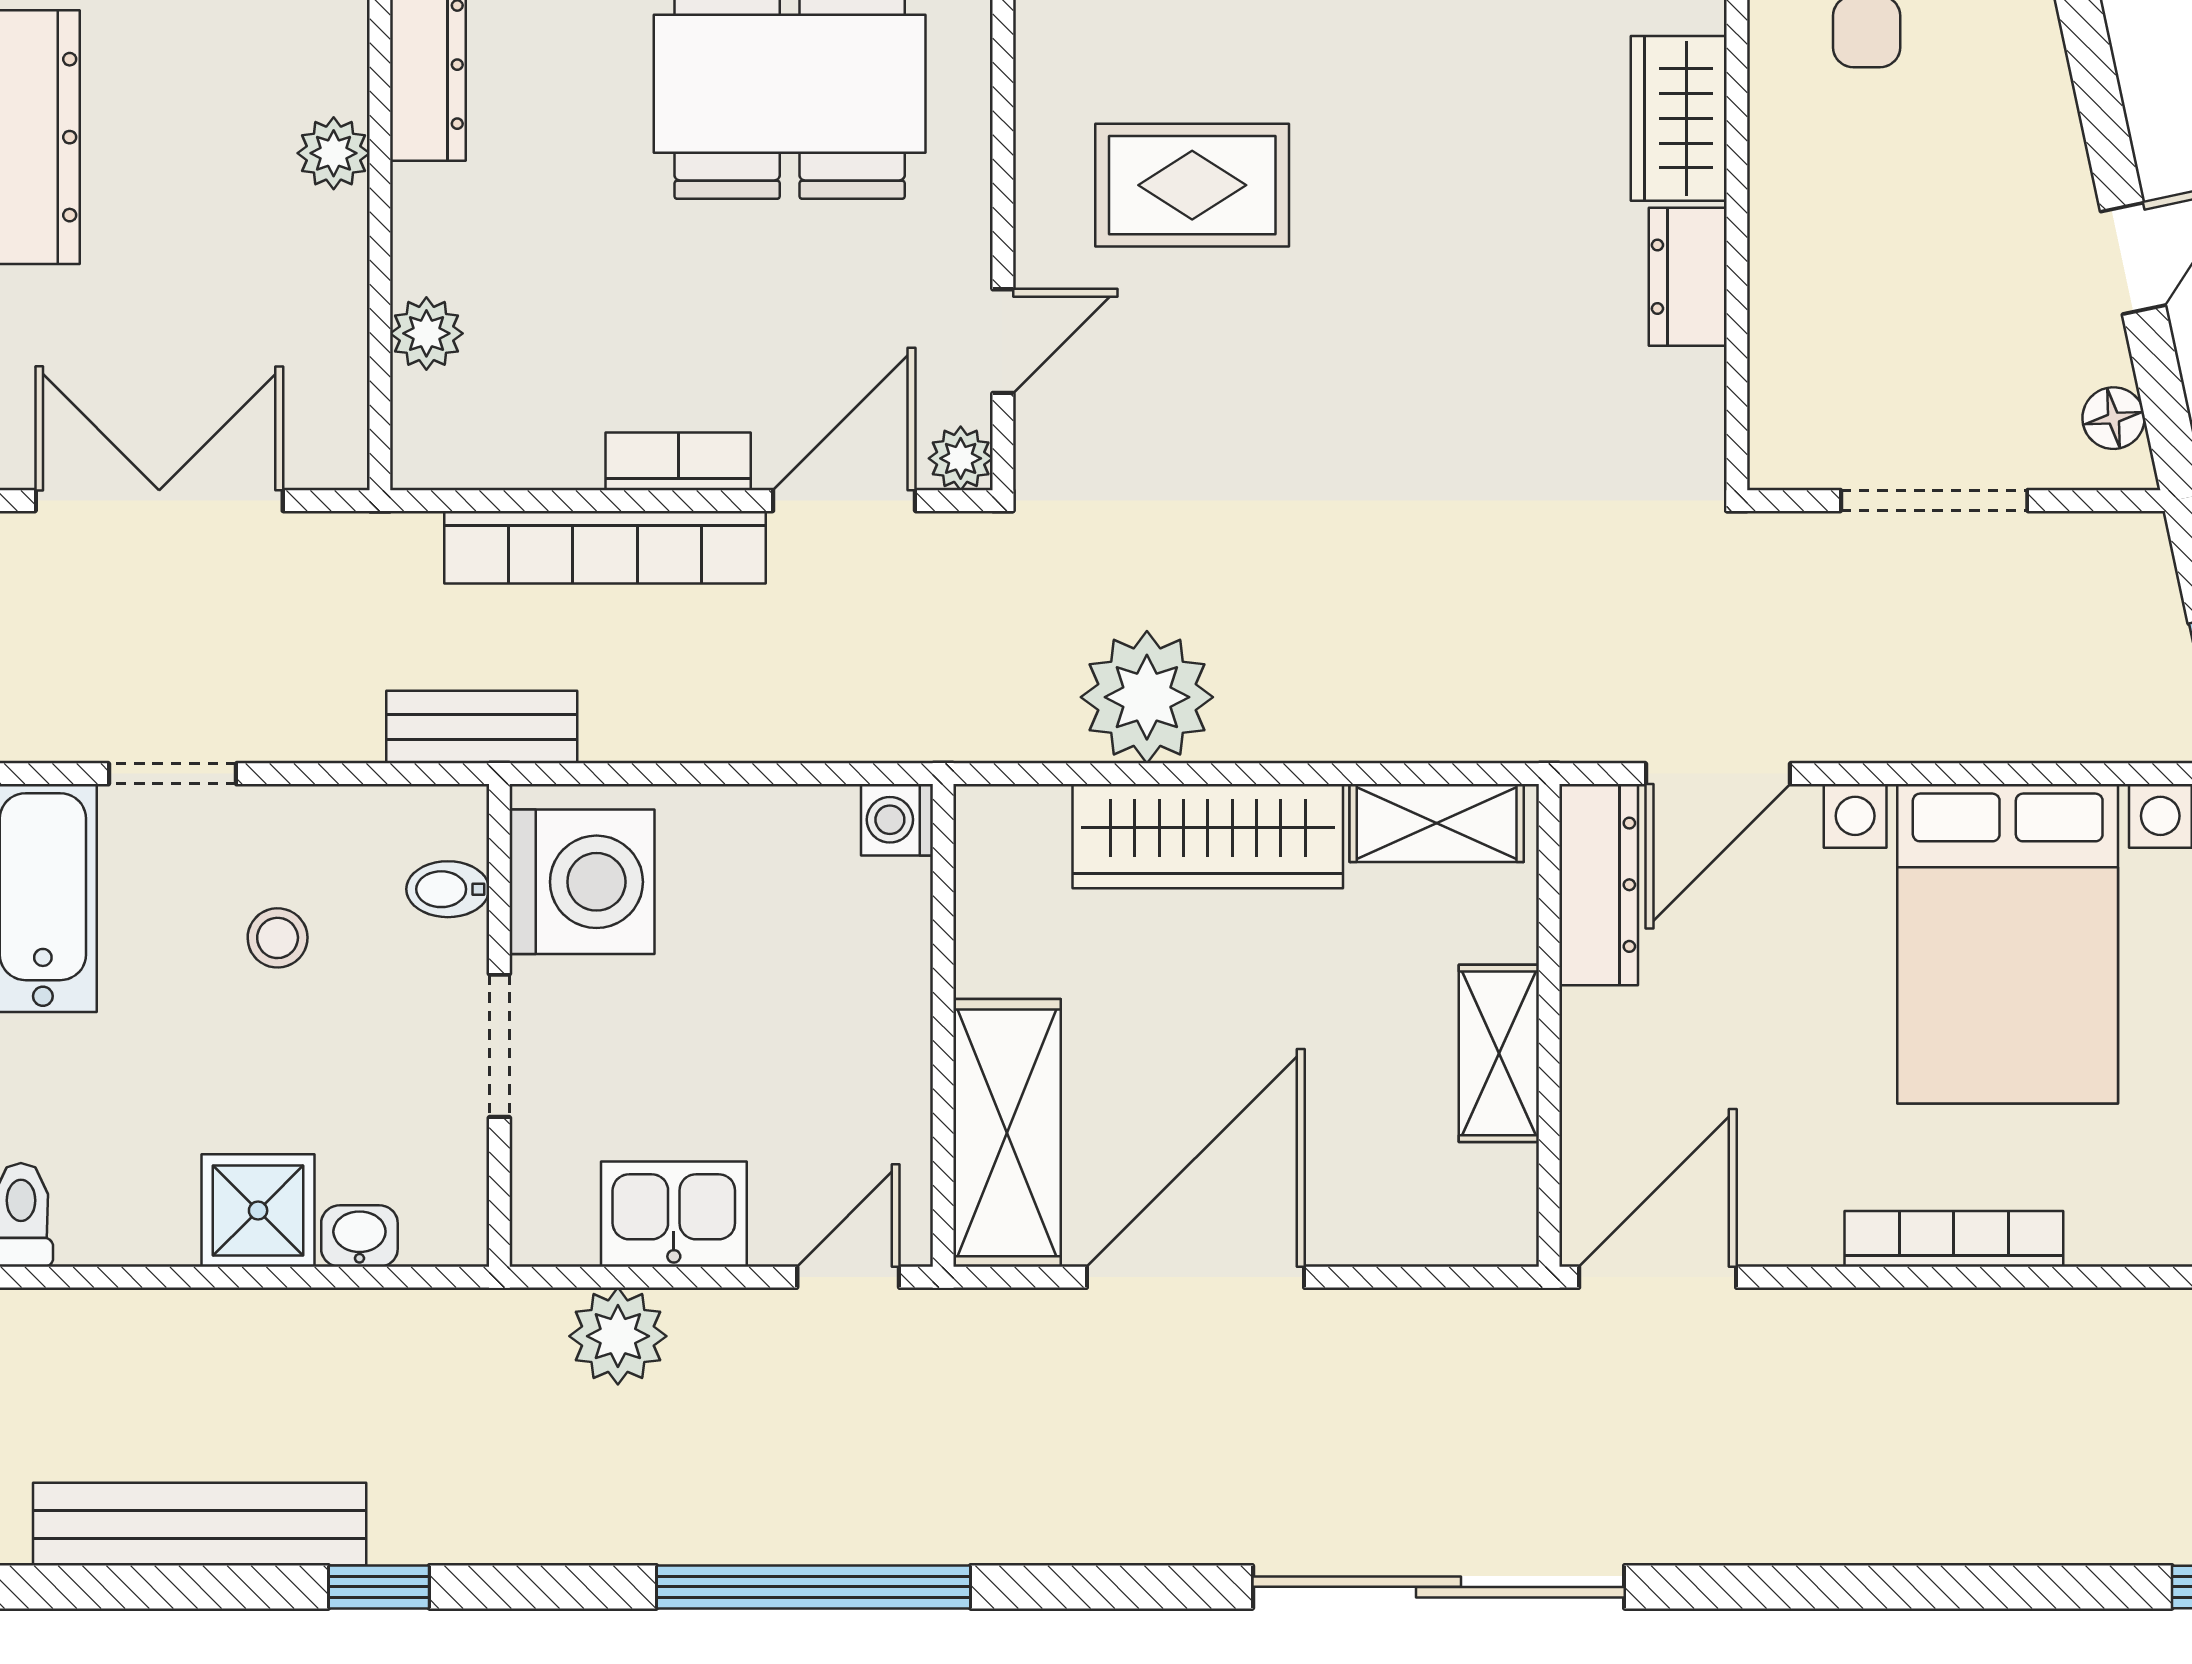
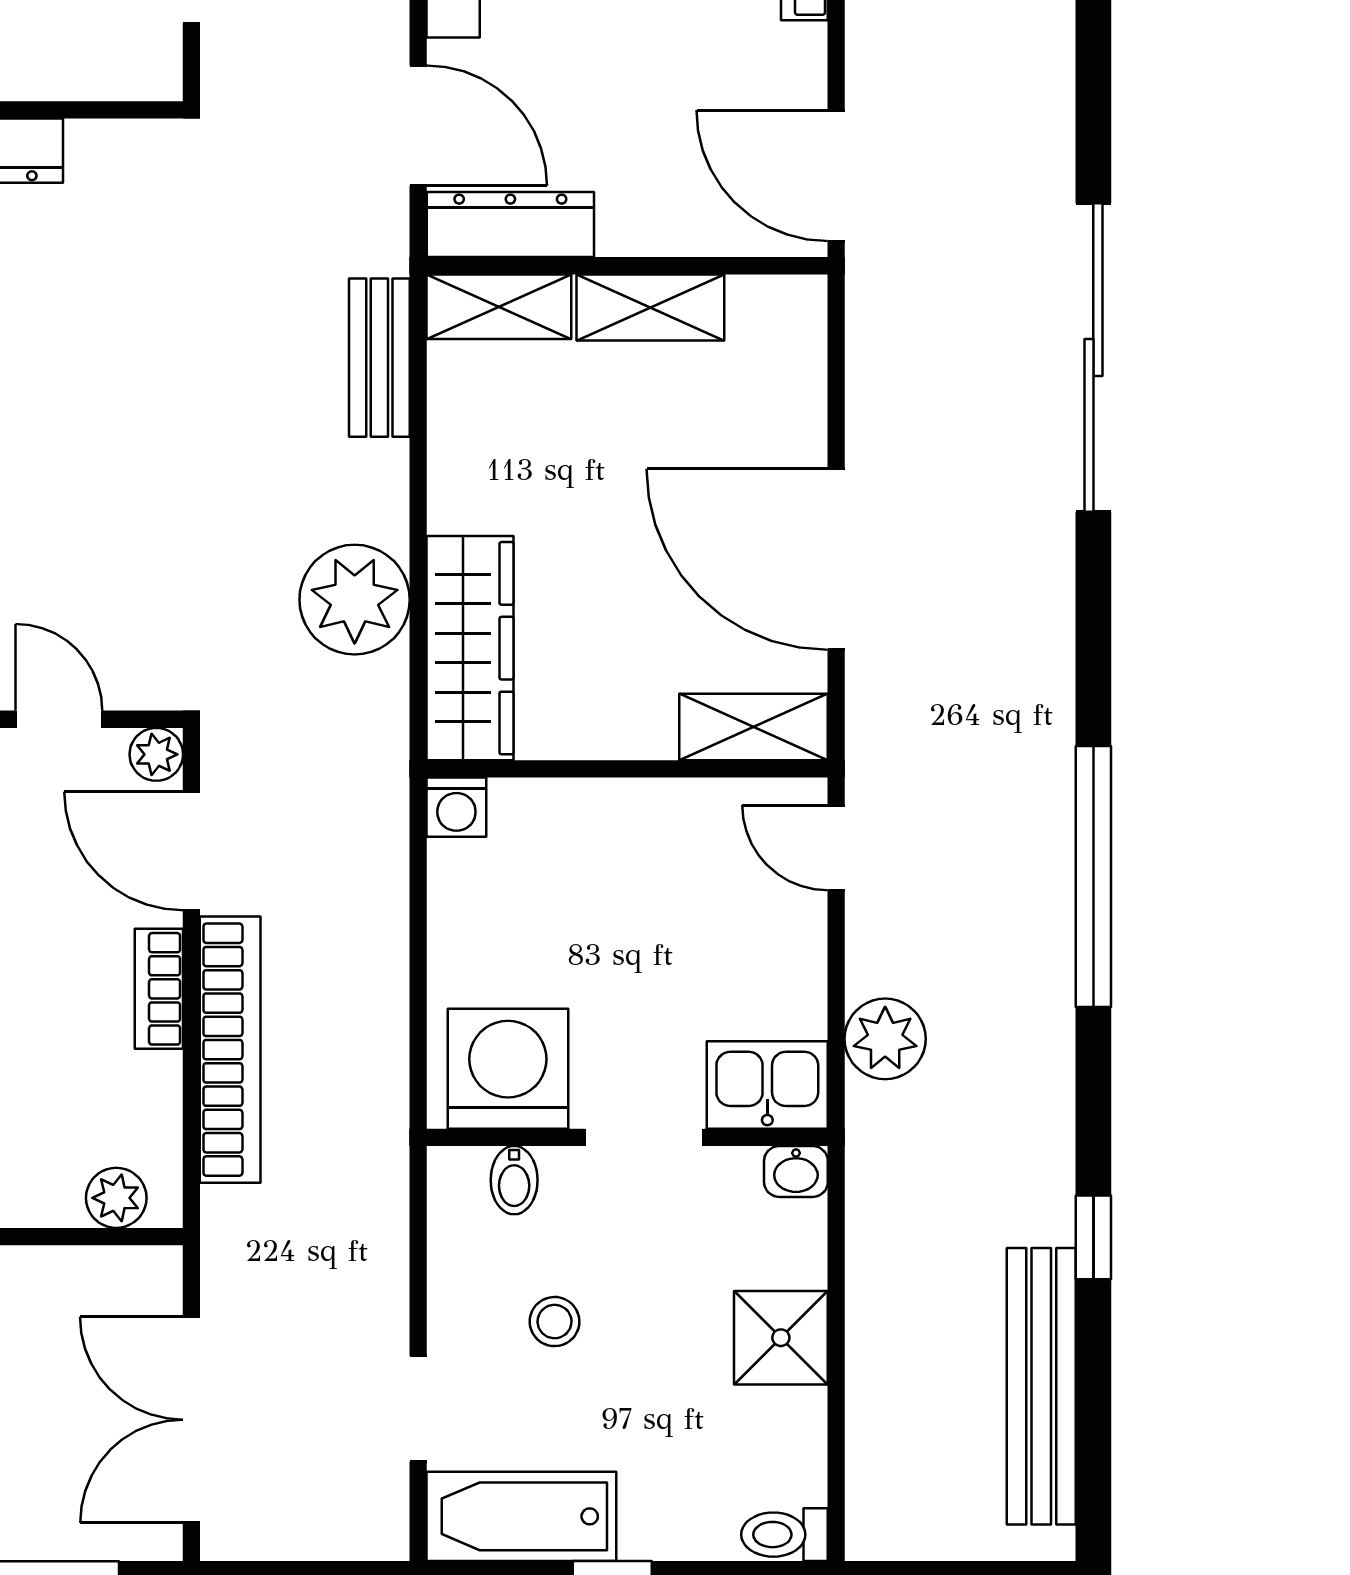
plant: (426, 333) -> (116, 1198), moved
bench: (482, 727) -> (379, 358), moved
shelving: (1437, 823) -> (499, 307), moved, turned 90
wardrobe: (1208, 836) -> (470, 648), moved
shelving: (1007, 1133) -> (753, 727), width x0.67, depth x0.75
kitchen sink: (674, 1214) -> (767, 1085), moved, turned 90
washbasin: (359, 1236) -> (796, 1171), moved, turned -90

